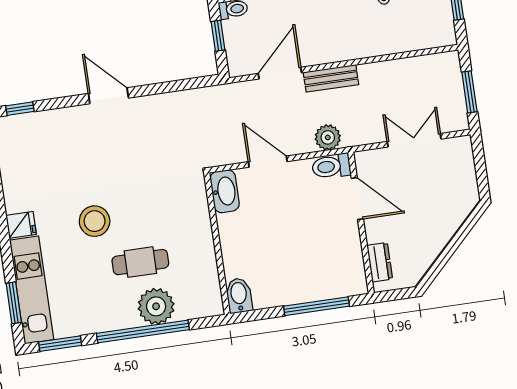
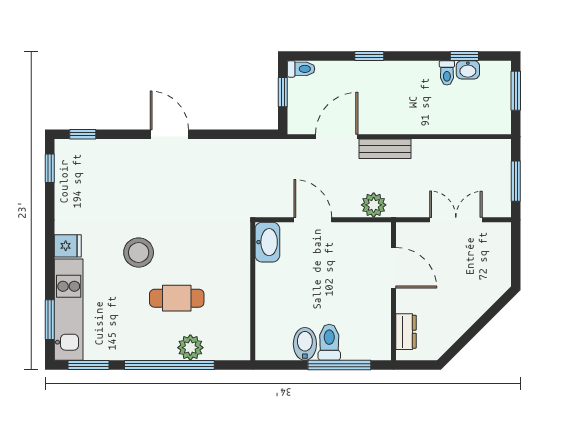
toilet: (331, 166) -> (329, 342), moved, turned 90
bidet: (239, 295) -> (305, 344), moved
plant: (156, 306) -> (190, 348), width x0.73, depth x0.73

